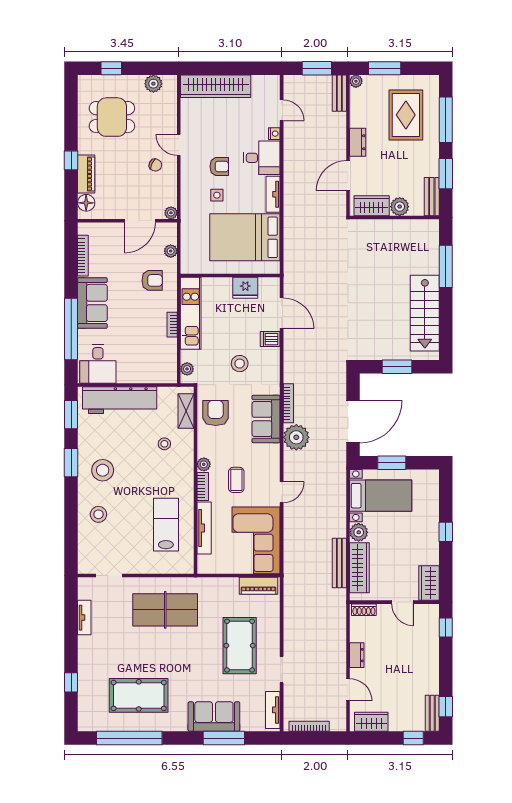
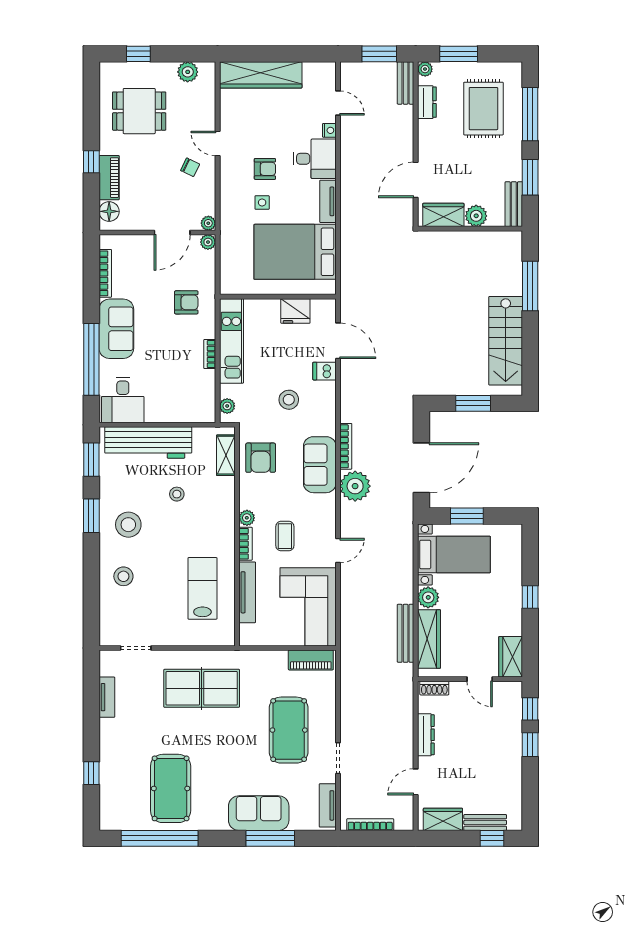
dresser: (358, 142) -> (427, 102), moved
plant: (171, 251) -> (208, 242), moved
armchair: (216, 413) -> (261, 458), turned 180
stool: (164, 444) -> (177, 494), moved
dresser: (357, 655) -> (426, 735), width x1.44
door: (348, 690) -> (416, 782), swing flipped
pool table: (139, 695) -> (171, 788), turned 90
window: (446, 707) -> (530, 745), moved
bench: (432, 713) -> (485, 822), moved, turned 90

